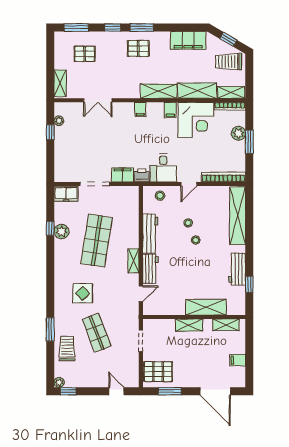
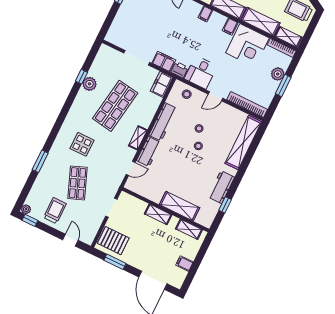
freezer: (66, 194) -> (162, 84), moved, turned 90
trolley: (67, 349) -> (55, 211), moved

